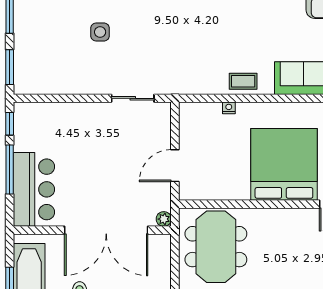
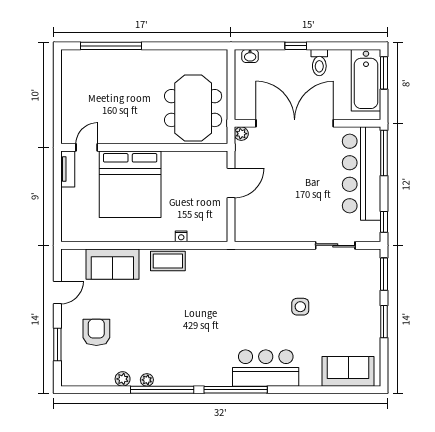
coffee table: (243, 81) -> (168, 261), width x1.36, depth x1.30
sliding door: (133, 98) -> (335, 245), moved
window: (10, 169) -> (384, 153), moved
bar counter: (34, 189) -> (361, 174), width x1.36

